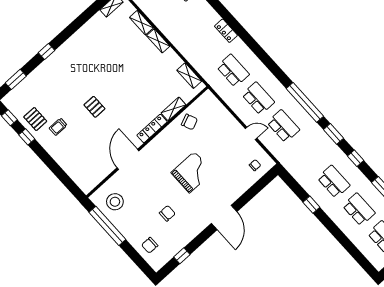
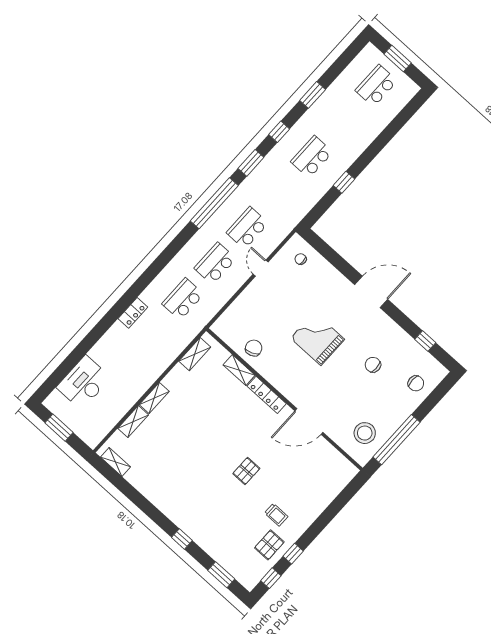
school desk: (359, 209) -> (344, 121), removed

